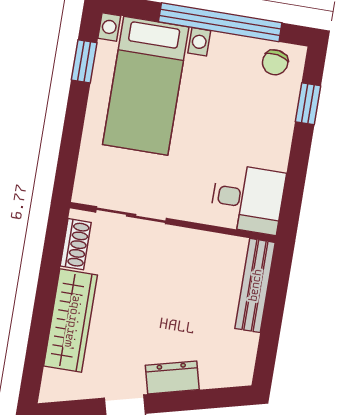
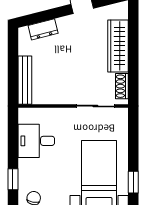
desk: (248, 199) -> (36, 141), moved
dresser: (172, 377) -> (43, 29), moved

